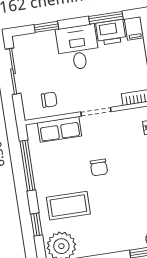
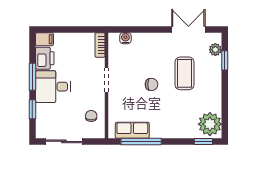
window: (106, 18) -> (32, 77), moved
row of seats: (60, 129) -> (132, 130), moved, turned -90
coffee table: (68, 206) -> (184, 73), moved
window: (36, 225) -> (203, 141), moved

